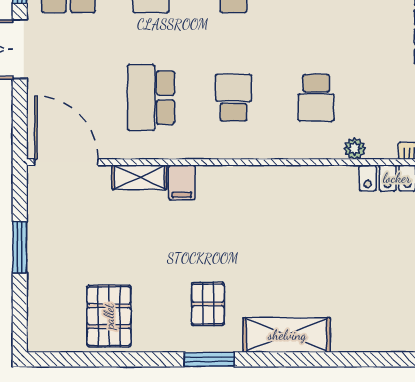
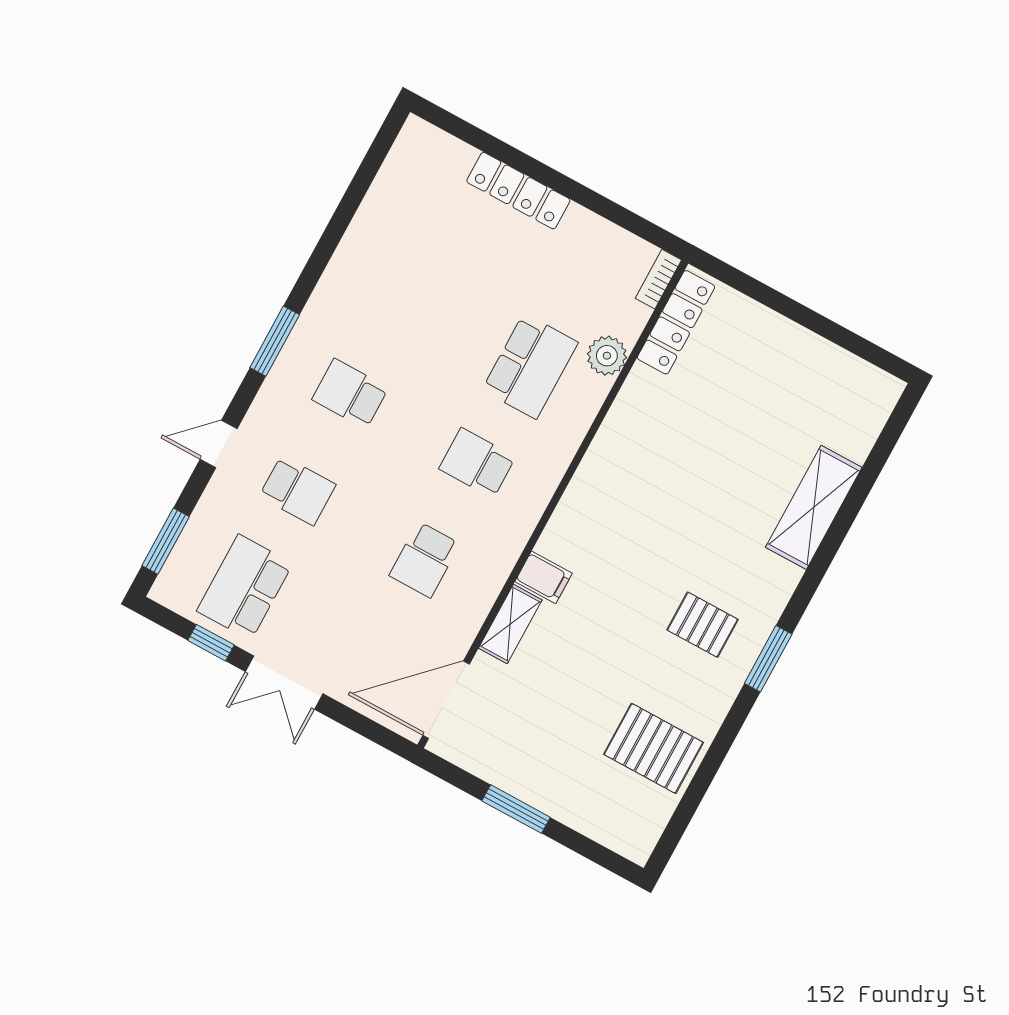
school desk: (151, 98) -> (424, 560), width x0.54
school desk: (316, 98) -> (530, 366), width x1.85
plant: (355, 149) -> (607, 356), width x1.38, depth x1.38
shelving: (287, 335) -> (814, 507), moved

